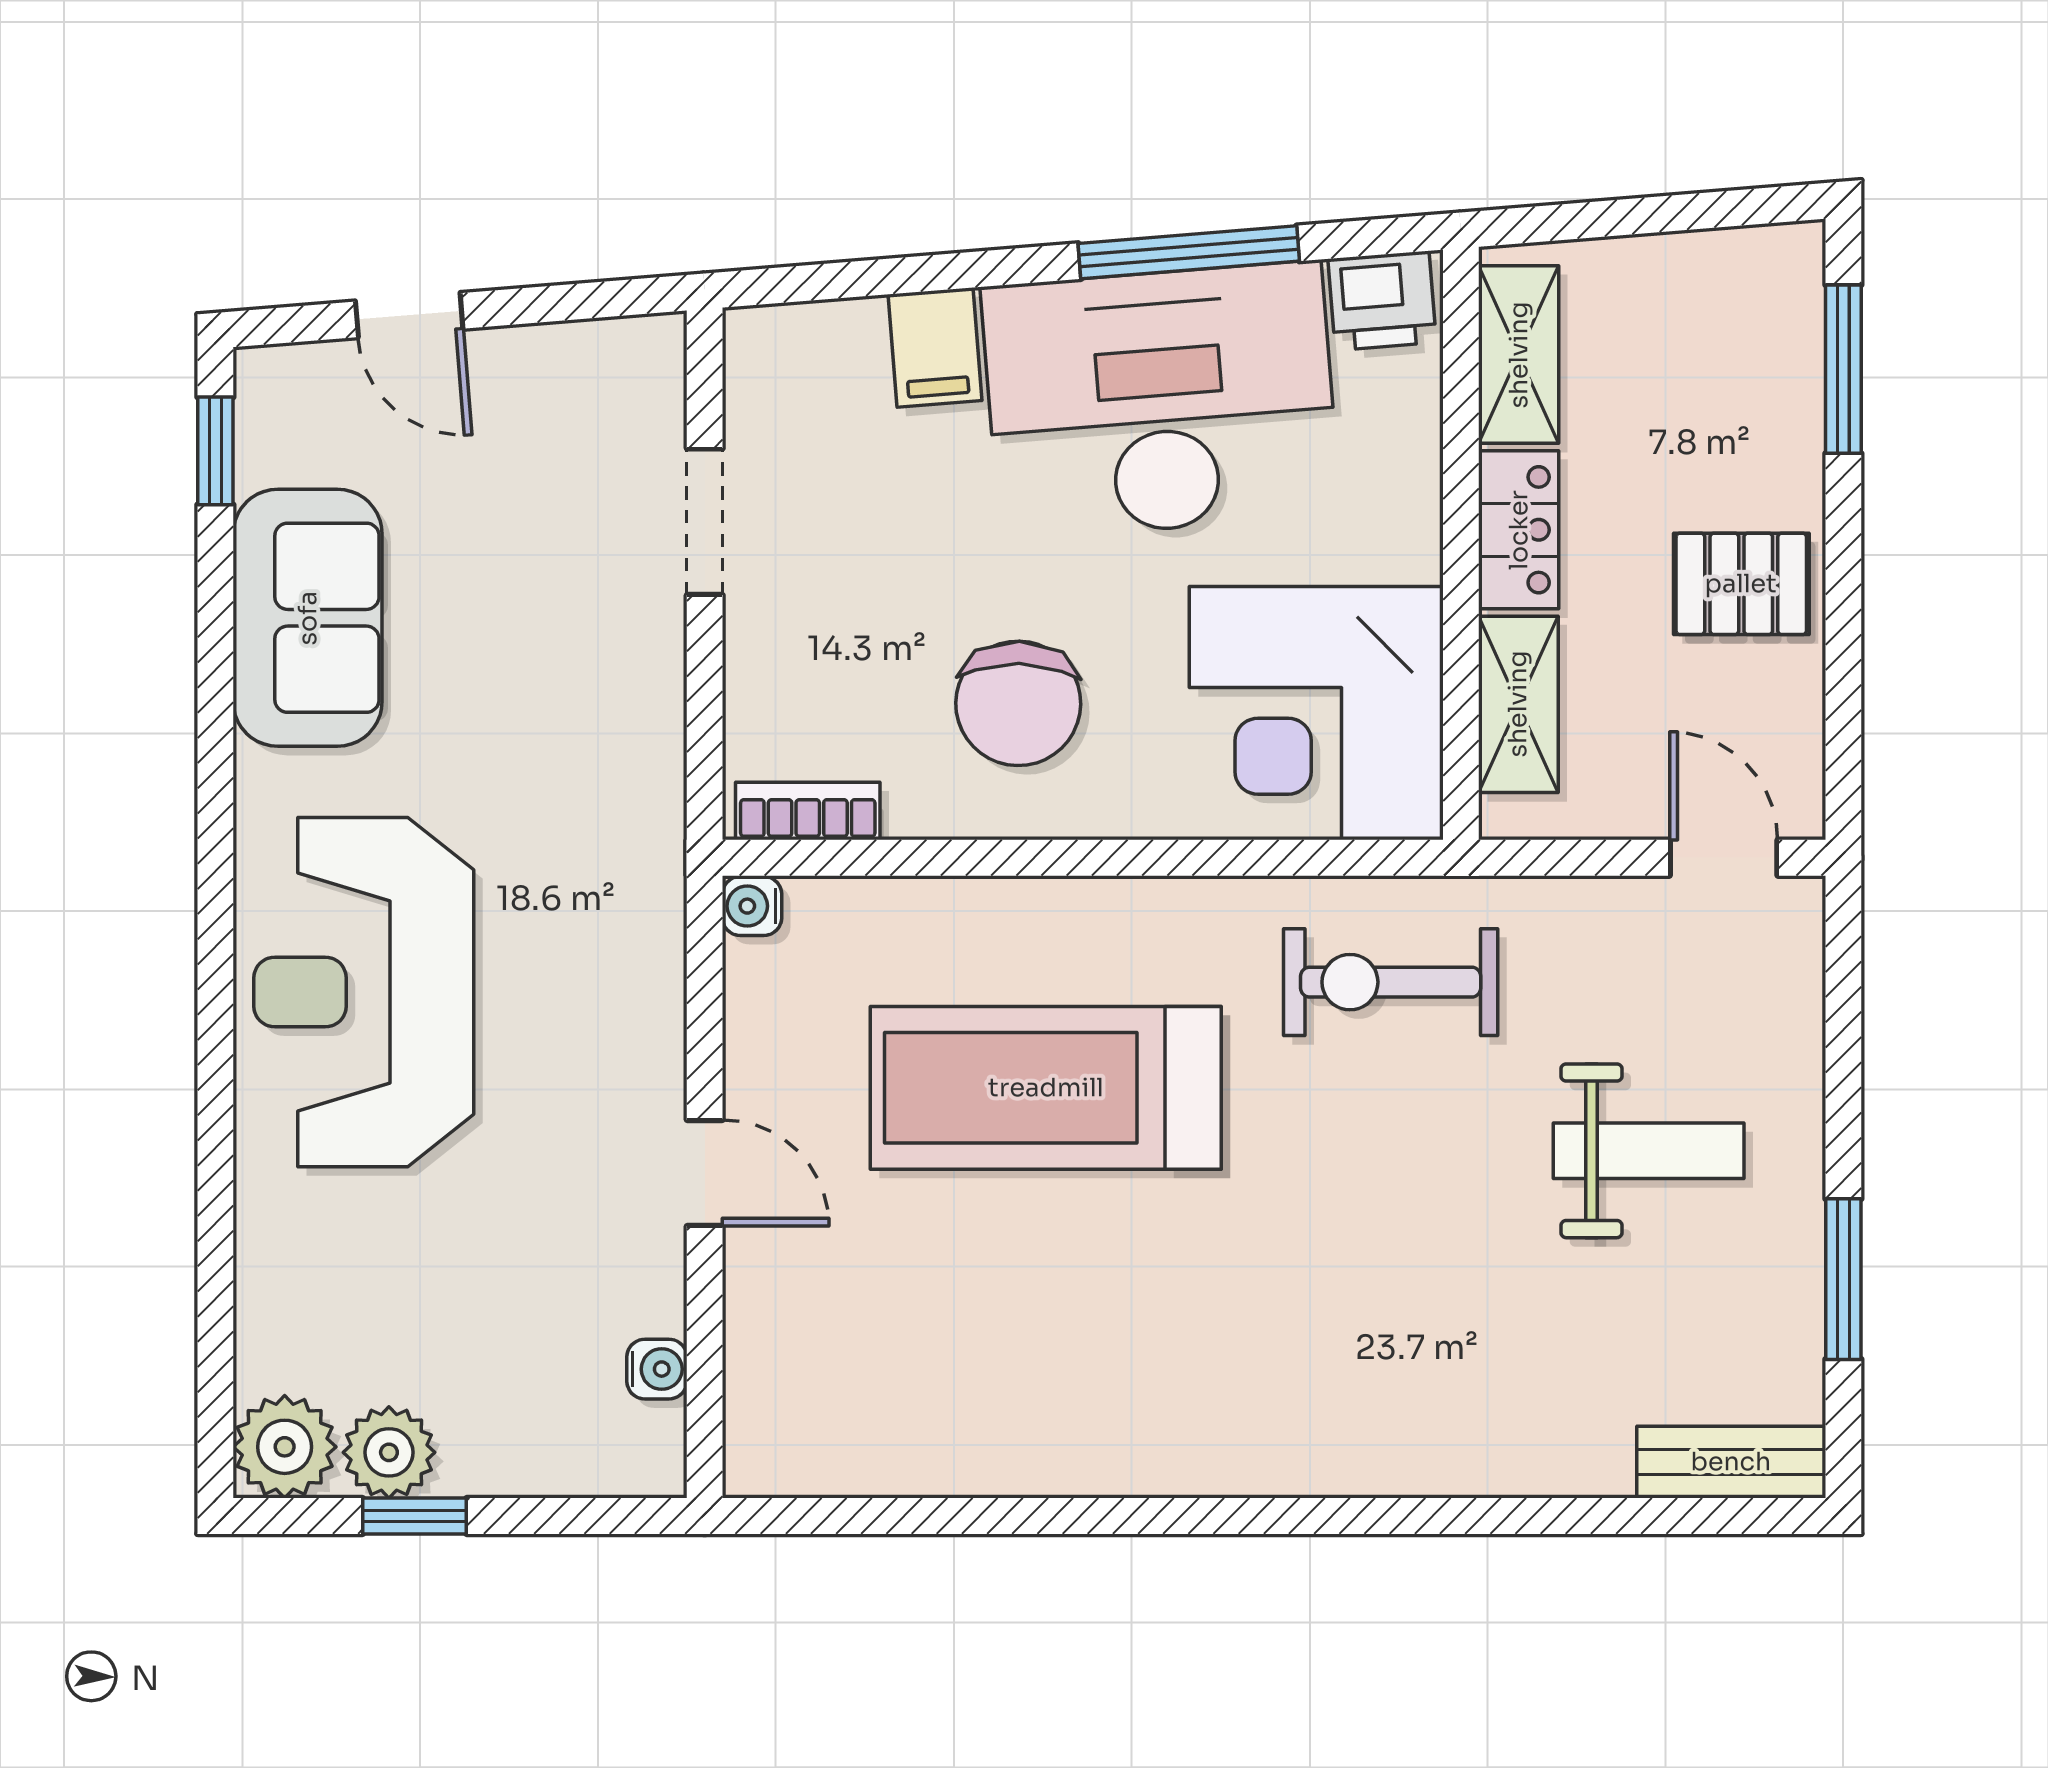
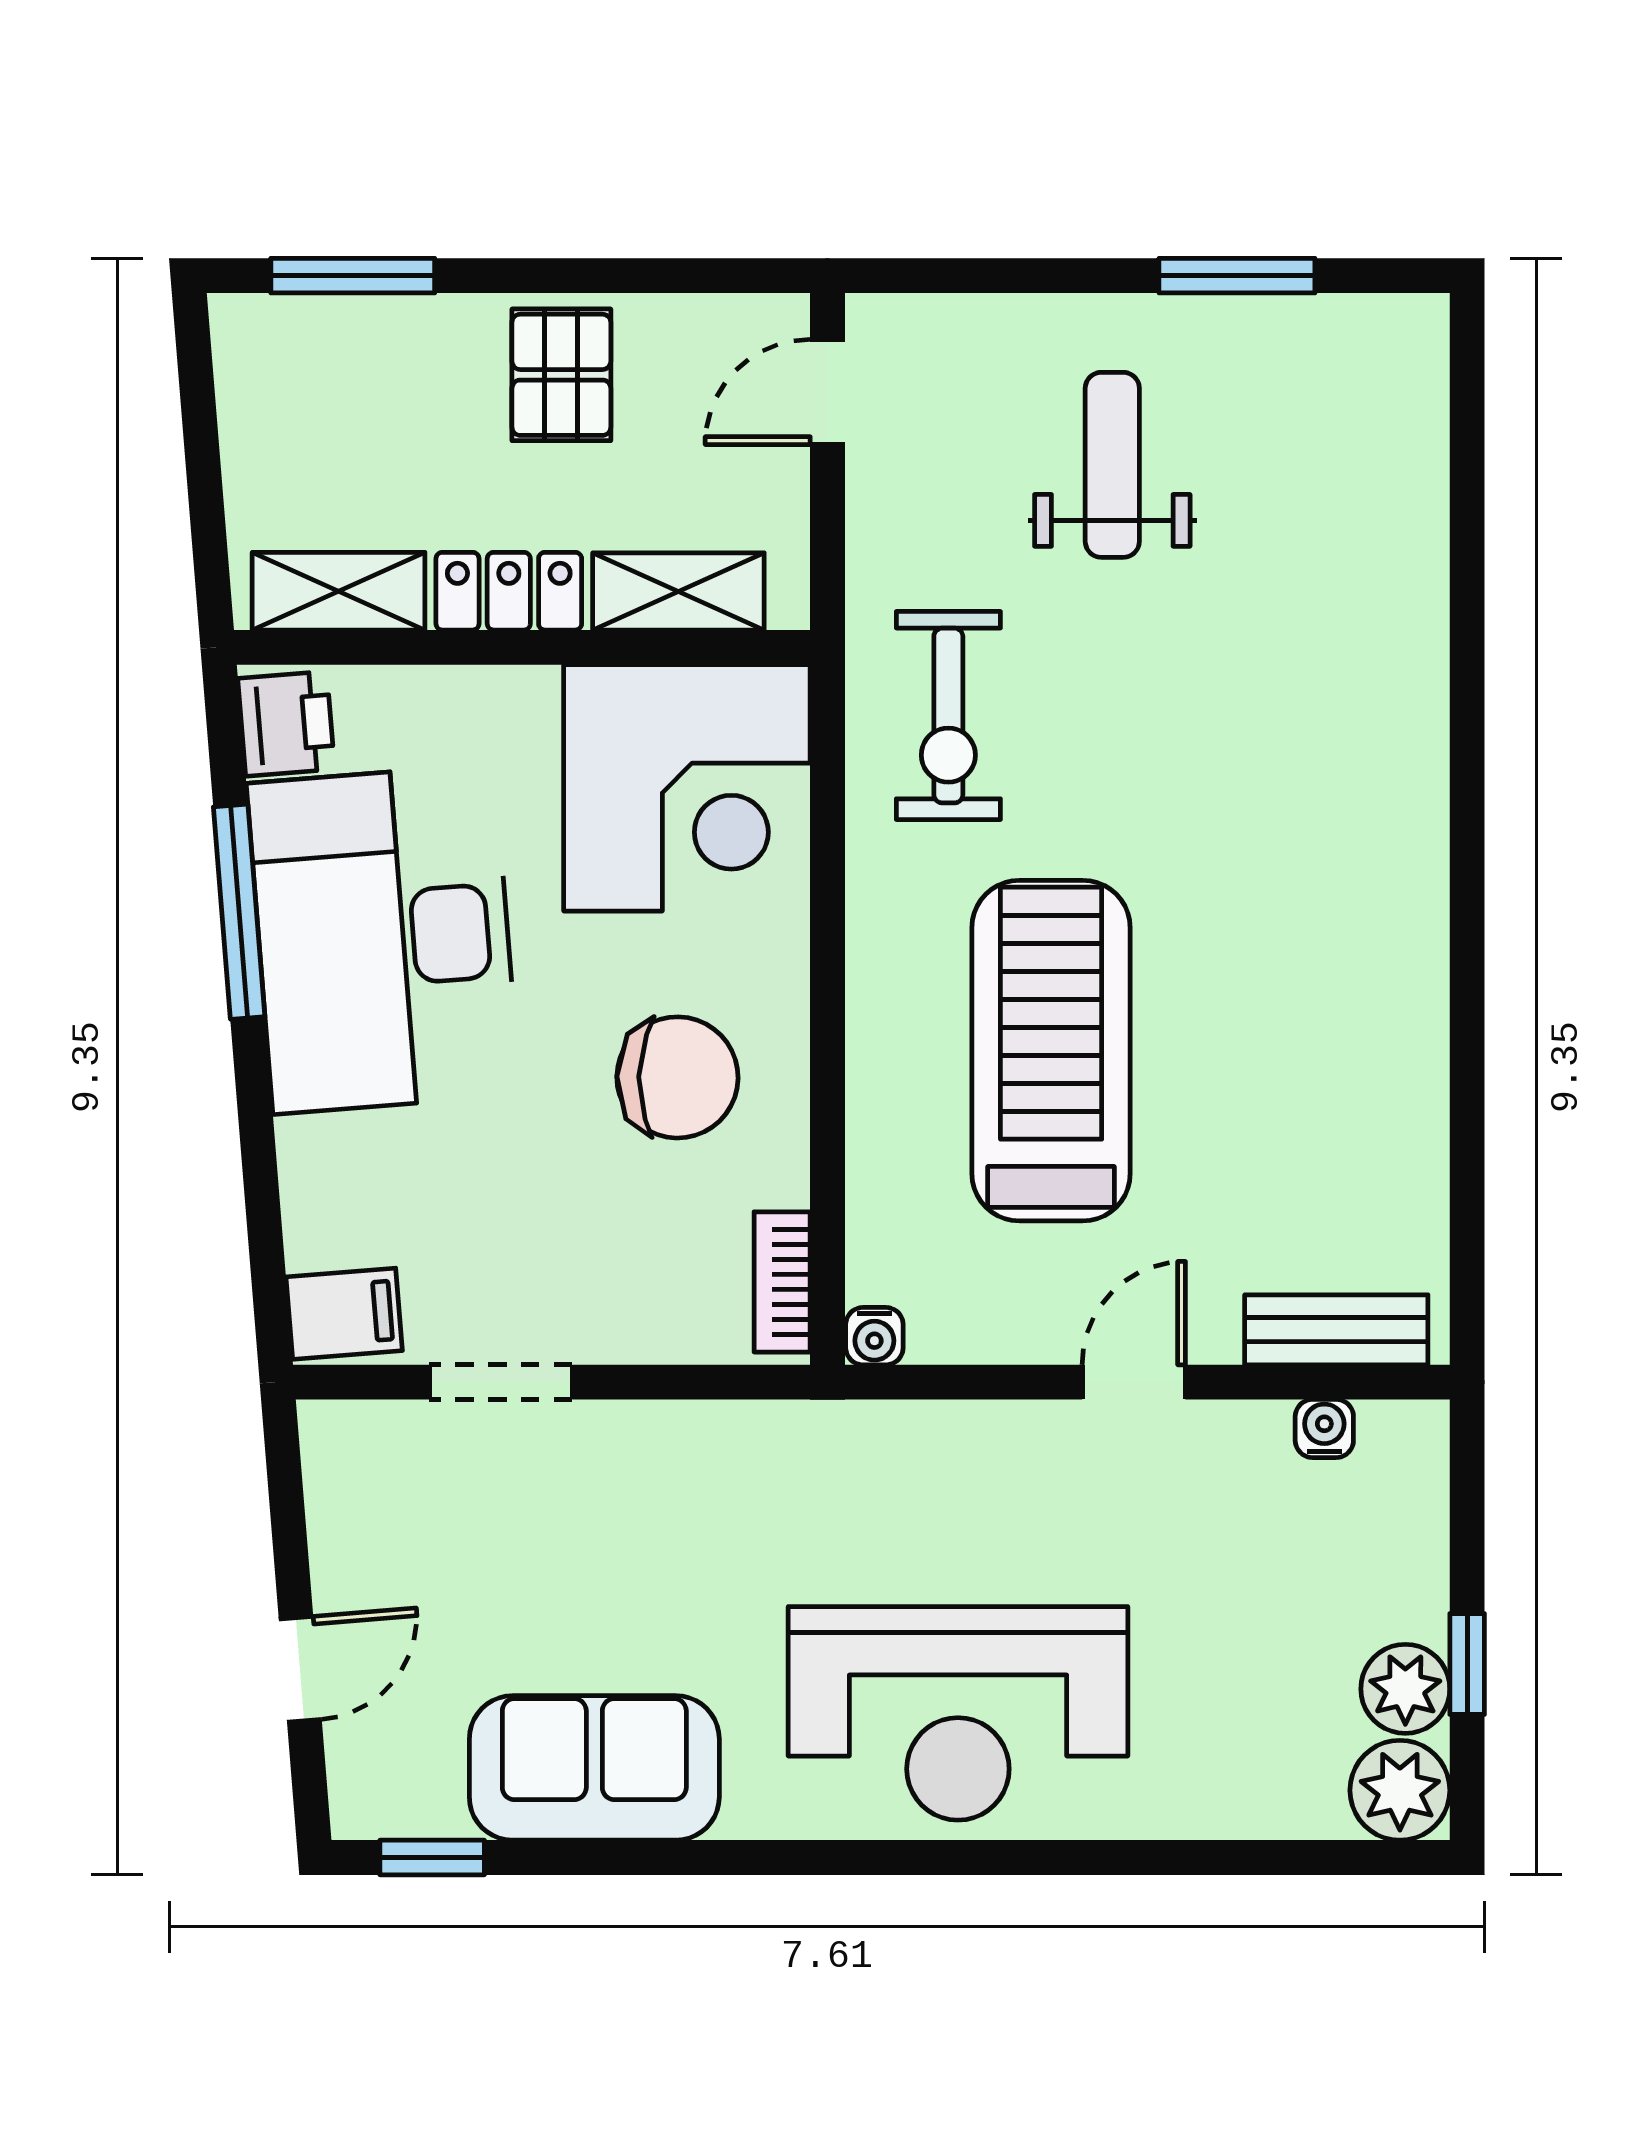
filing cabinet: (935, 347) -> (344, 1314), moved
treadmill: (1046, 1088) -> (1051, 1051), turned 180
bench: (1731, 1462) -> (1336, 1330), moved, turned 90

